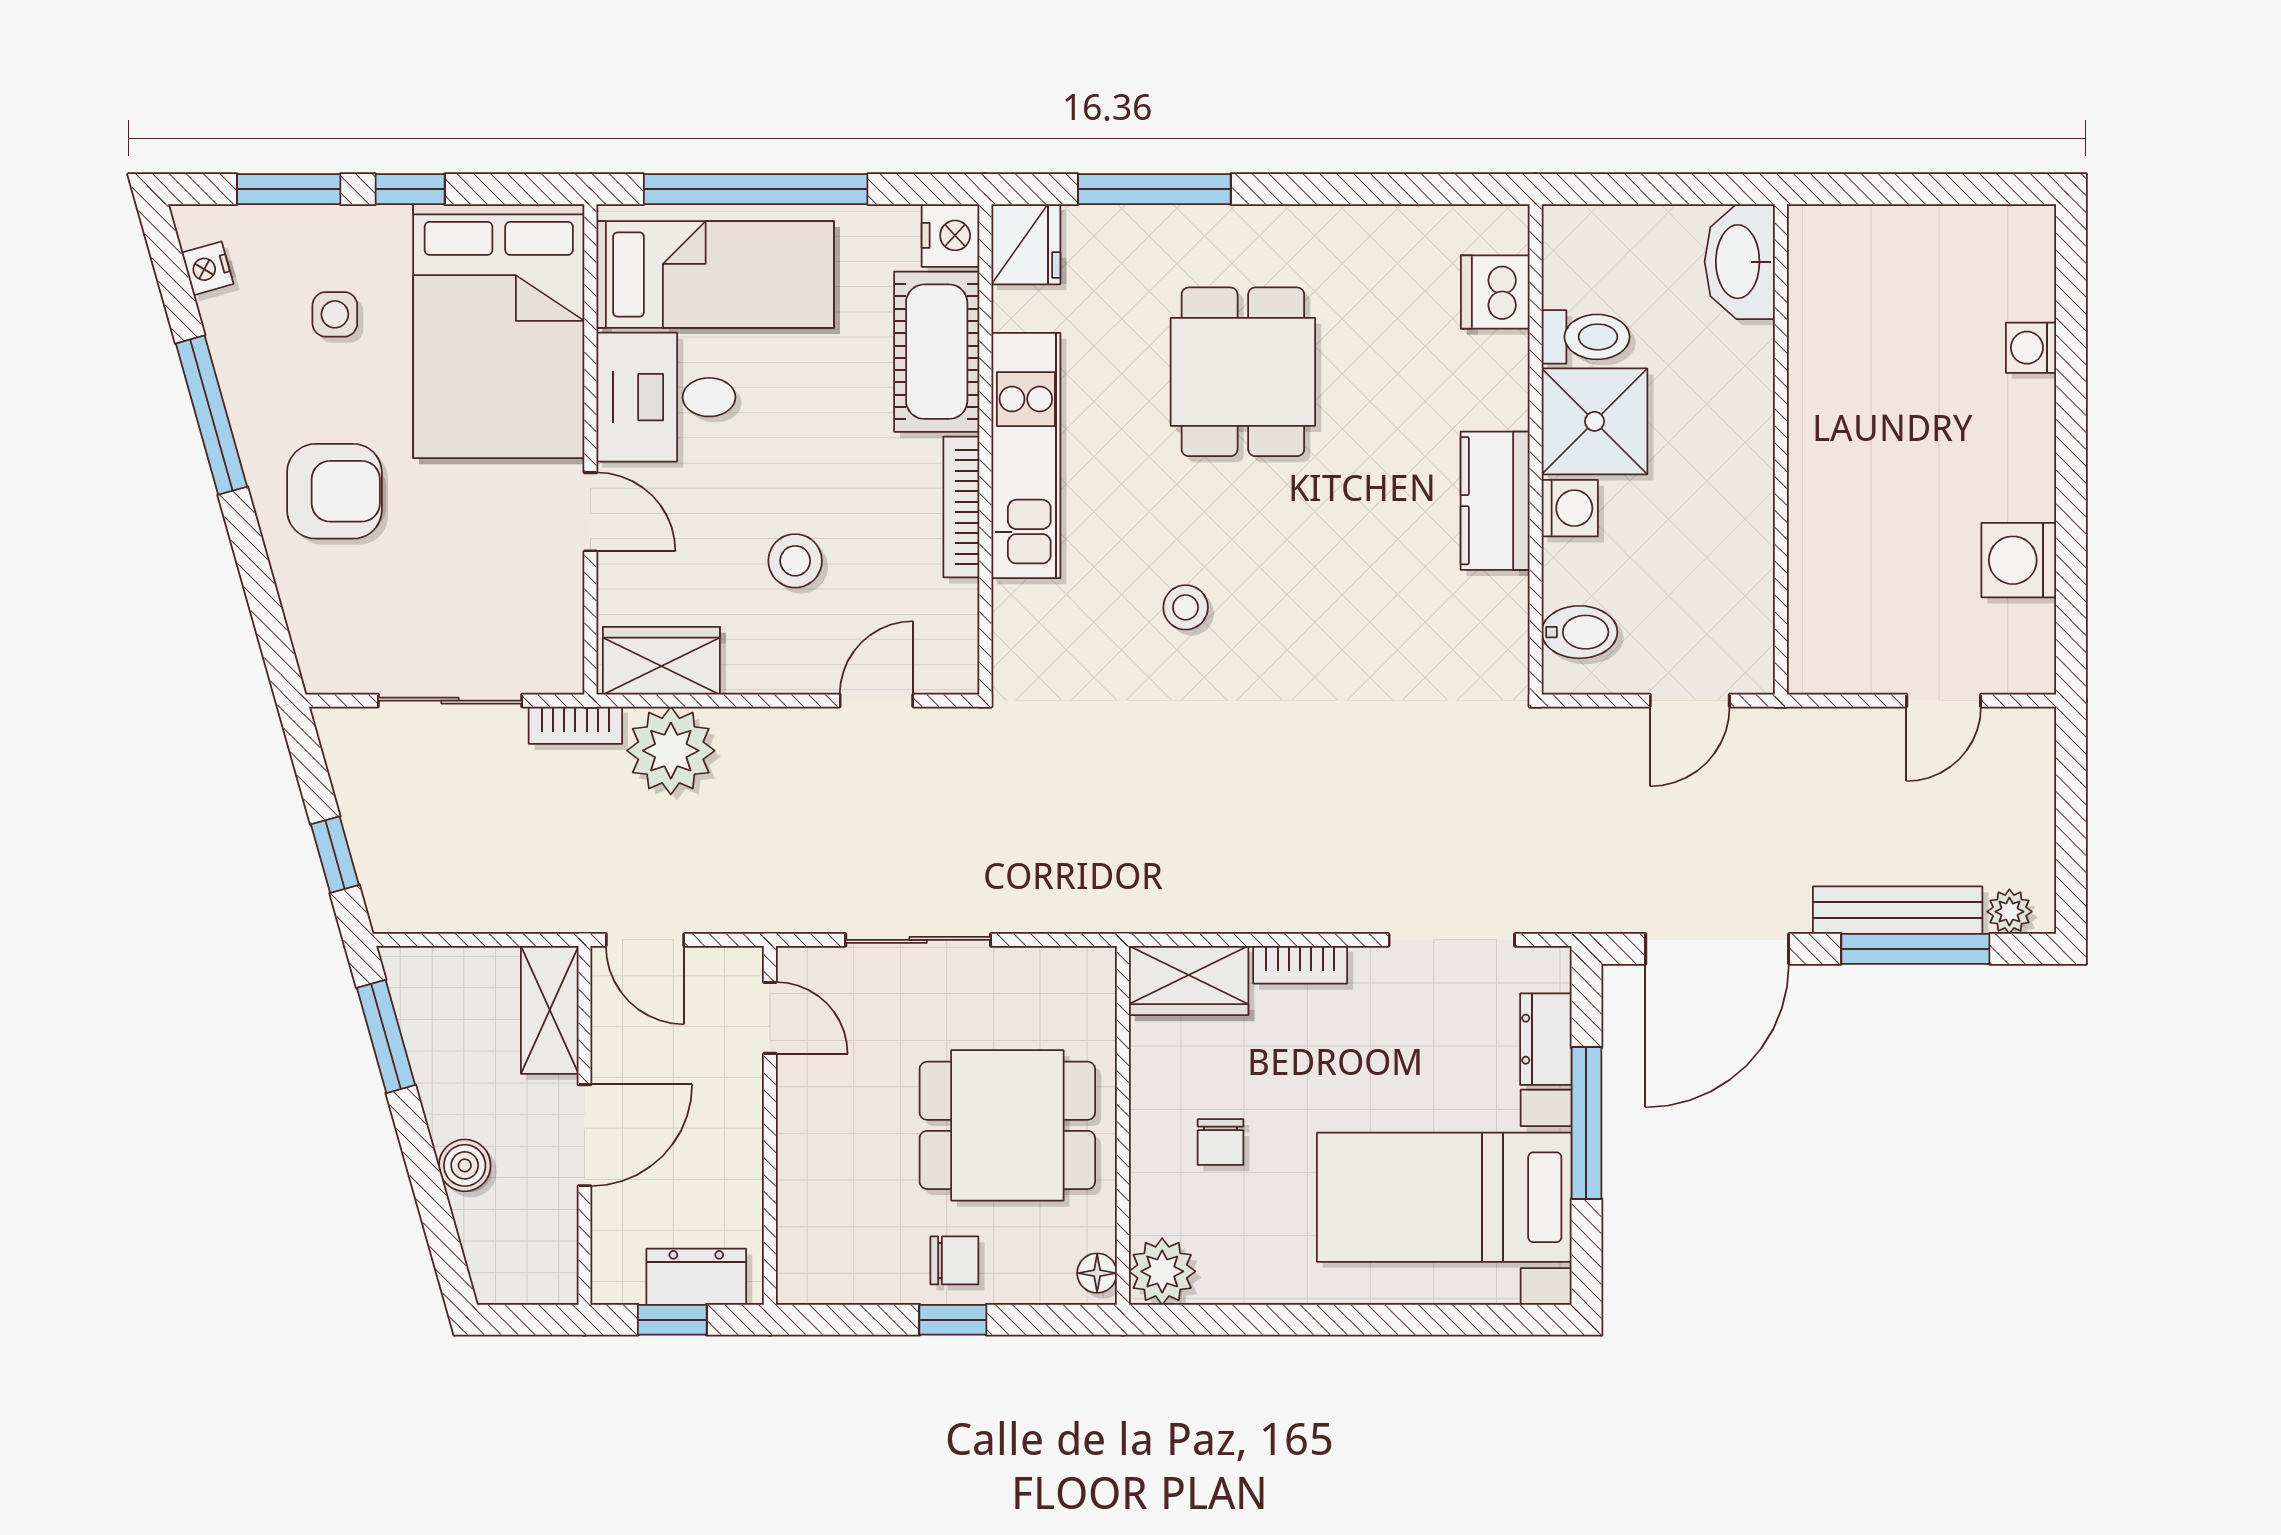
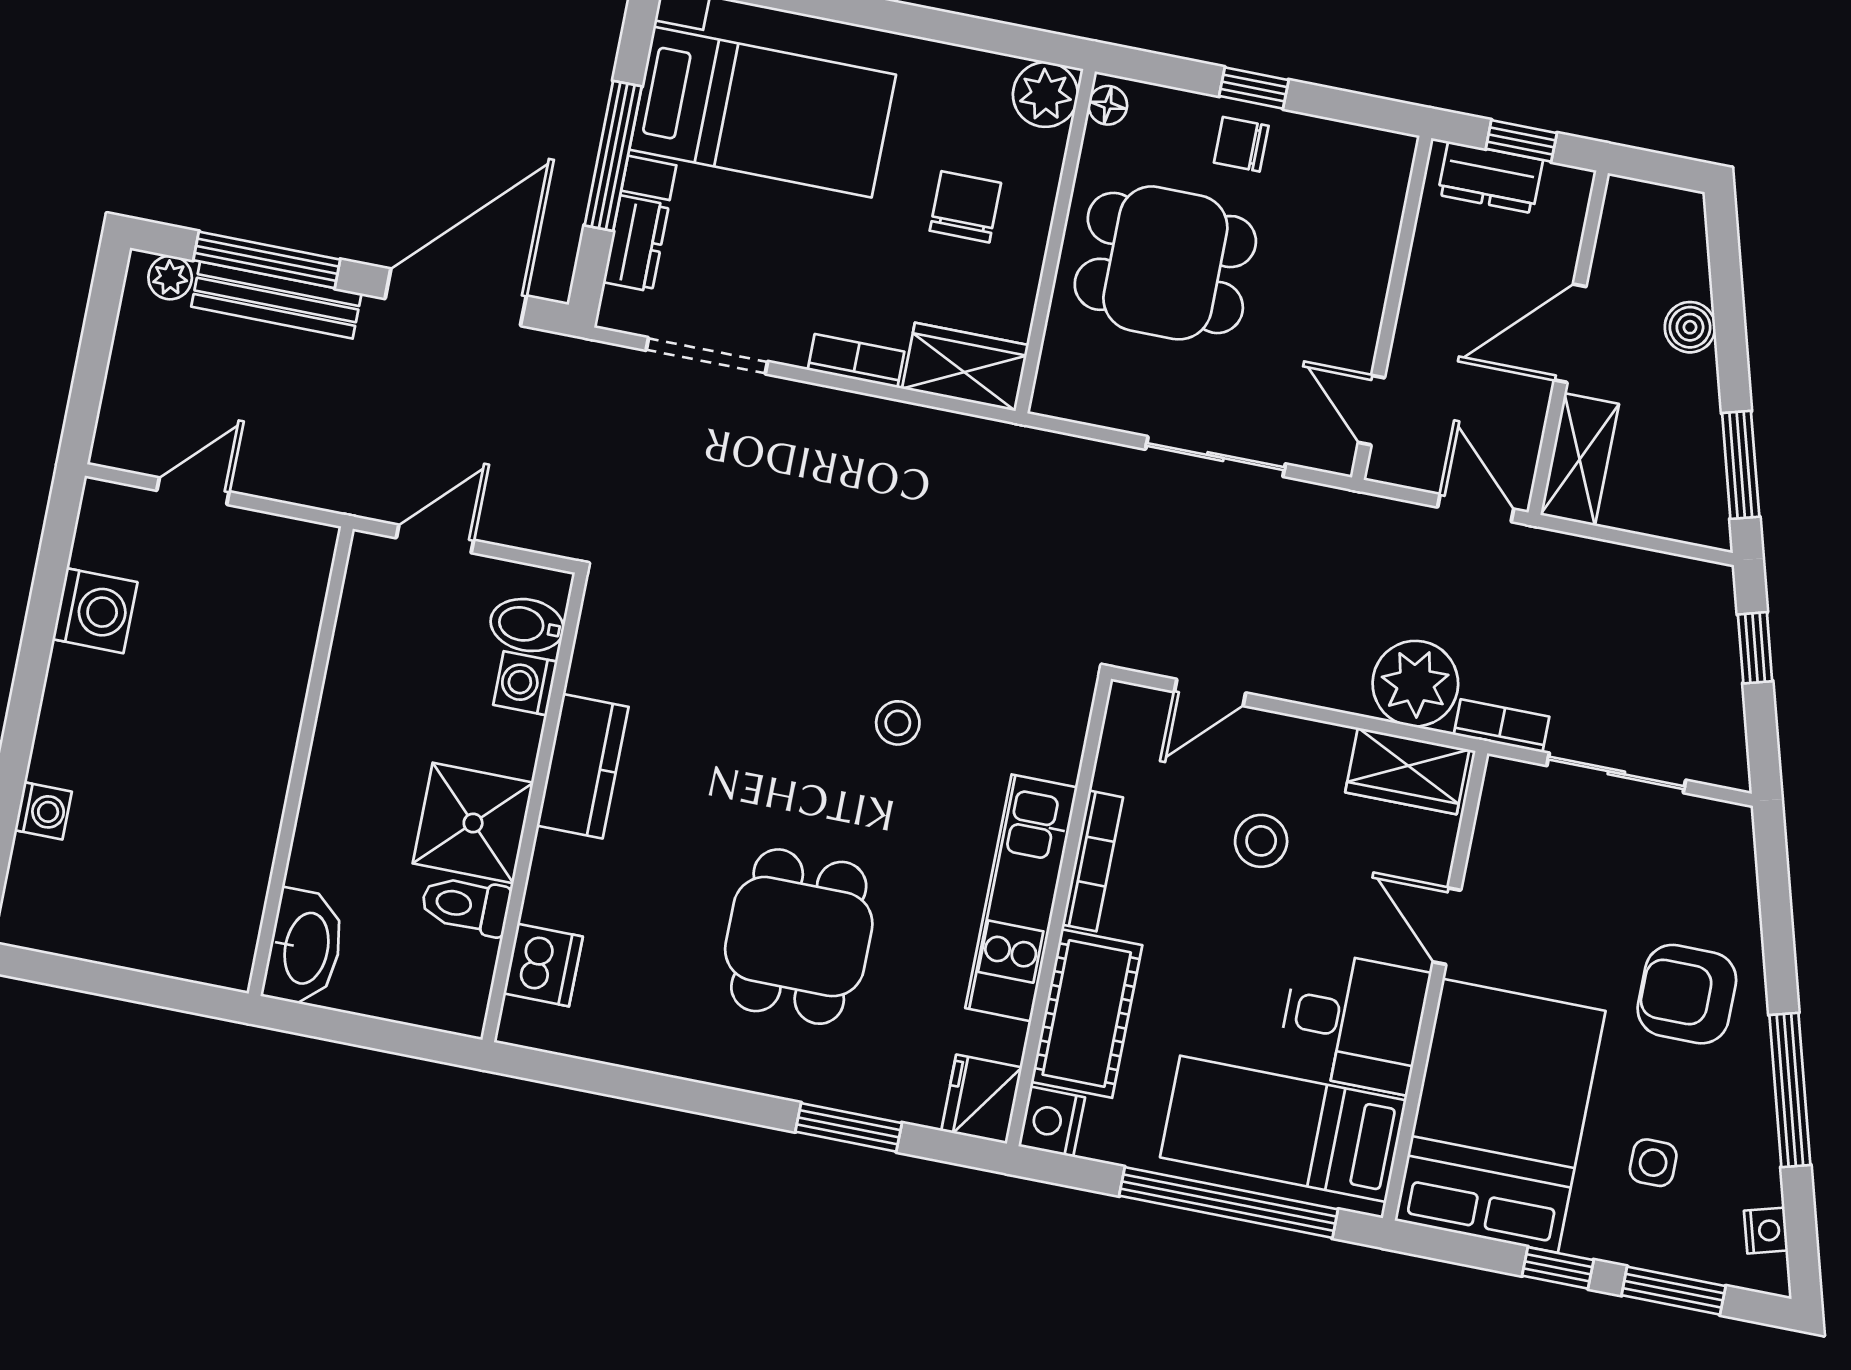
window: (1154, 189) -> (849, 1127), width x0.69
washing machine: (1570, 508) -> (525, 683), moved
chair: (1221, 1142) -> (965, 207), width x1.37, depth x1.37

